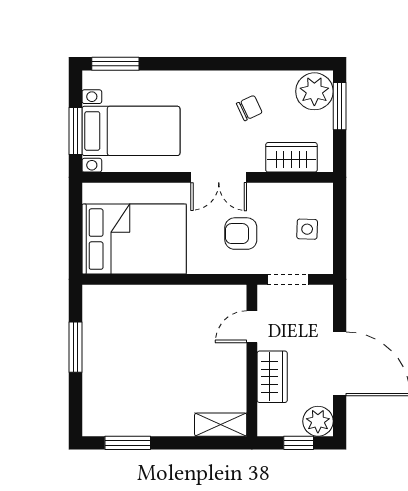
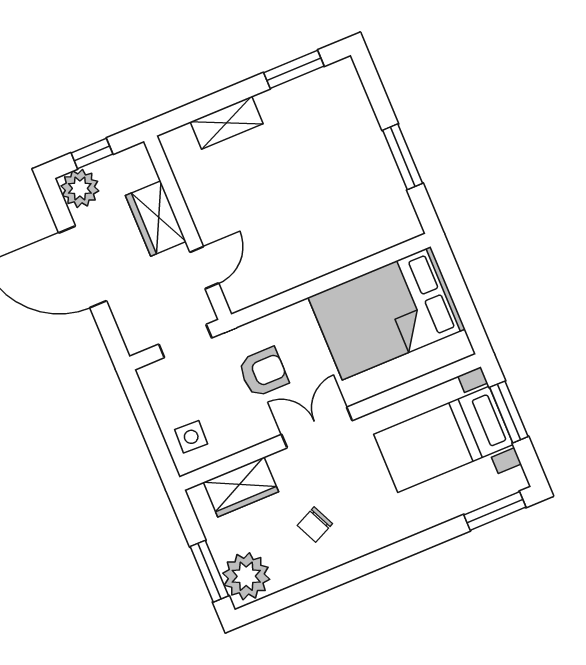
side table: (307, 229) -> (191, 437), moved
shelving: (221, 425) -> (227, 123), moved

